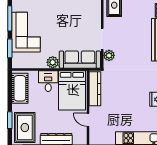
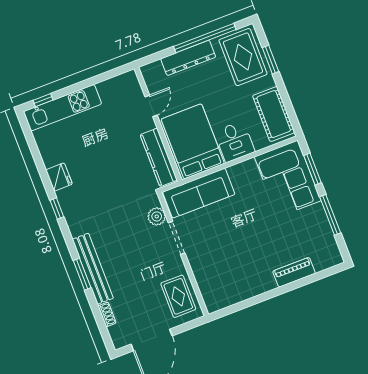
corner sofa: (26, 32) -> (288, 179), moved
plant: (53, 62) -> (239, 173), removed
door: (88, 120) -> (151, 106), hinge flipped

